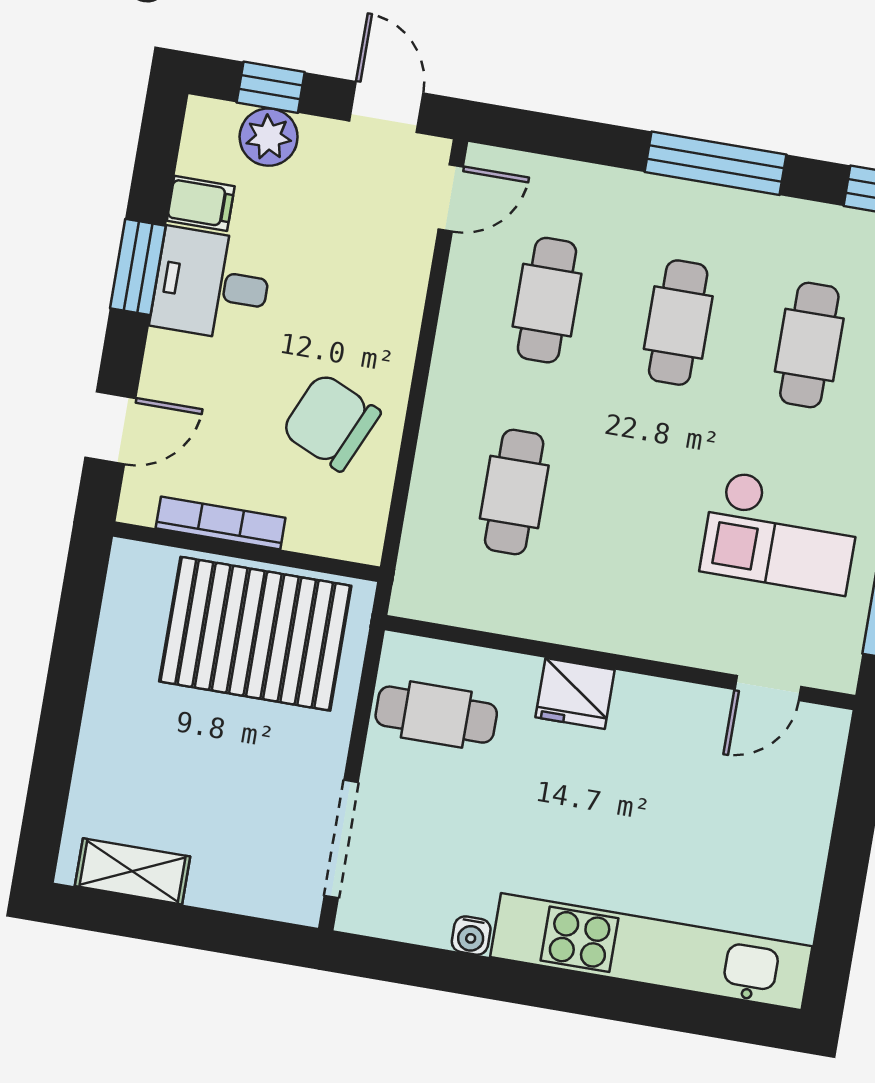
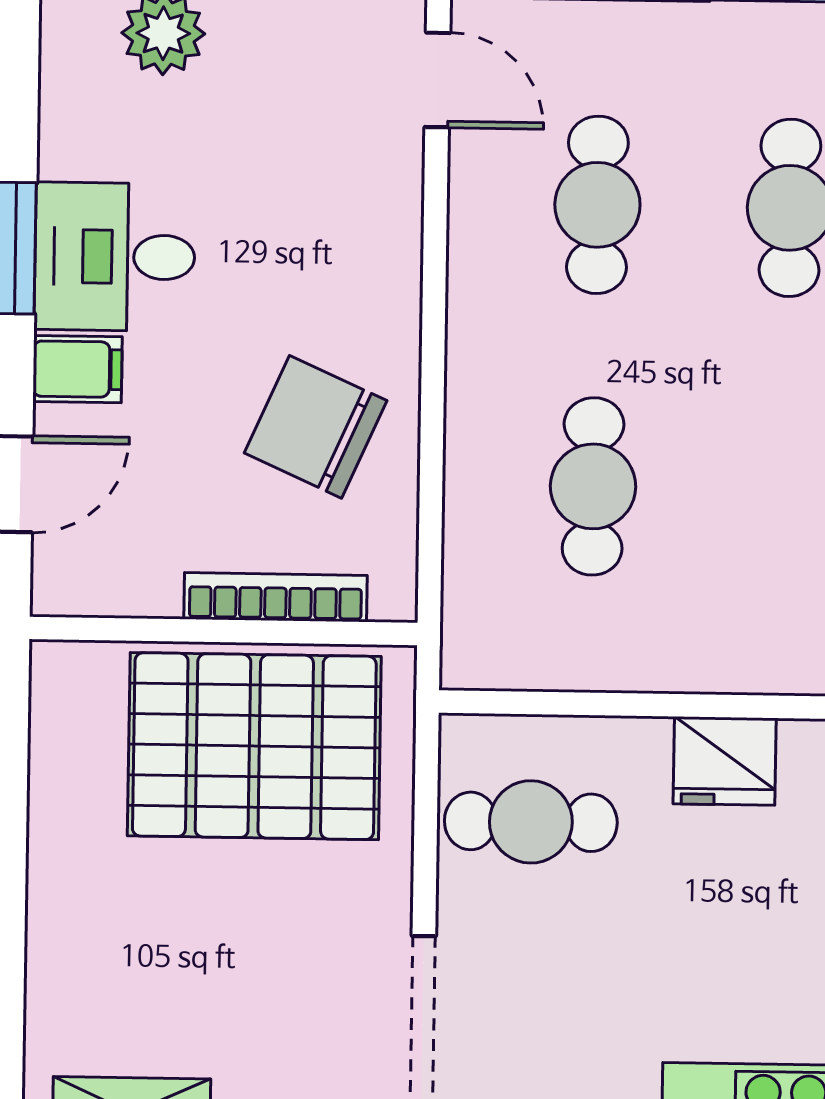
door: (451, 198) -> (437, 80), hinge flipped
filing cabinet: (201, 203) -> (78, 369), moved
bookcase: (221, 523) -> (275, 597), moved

